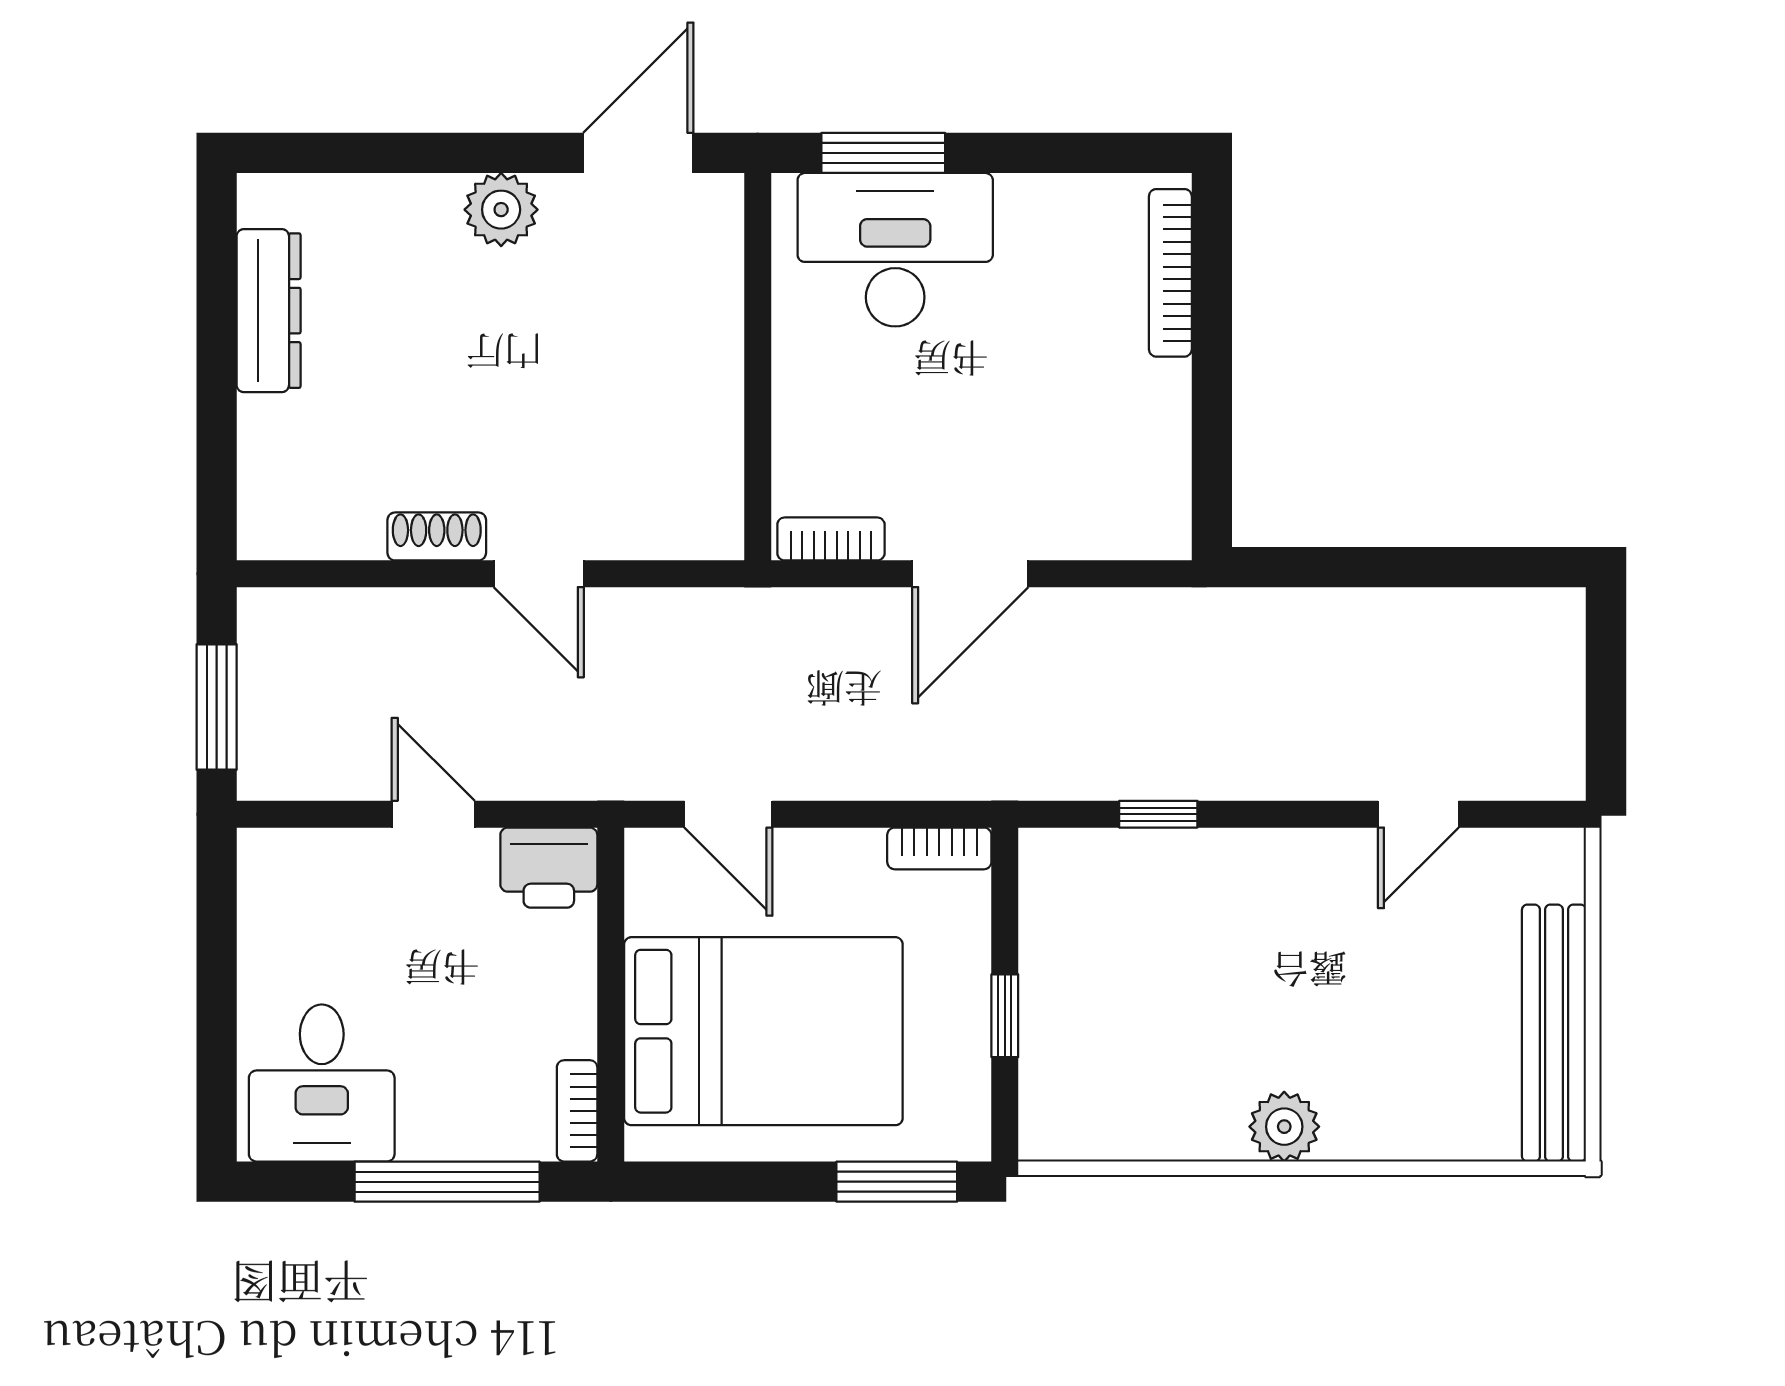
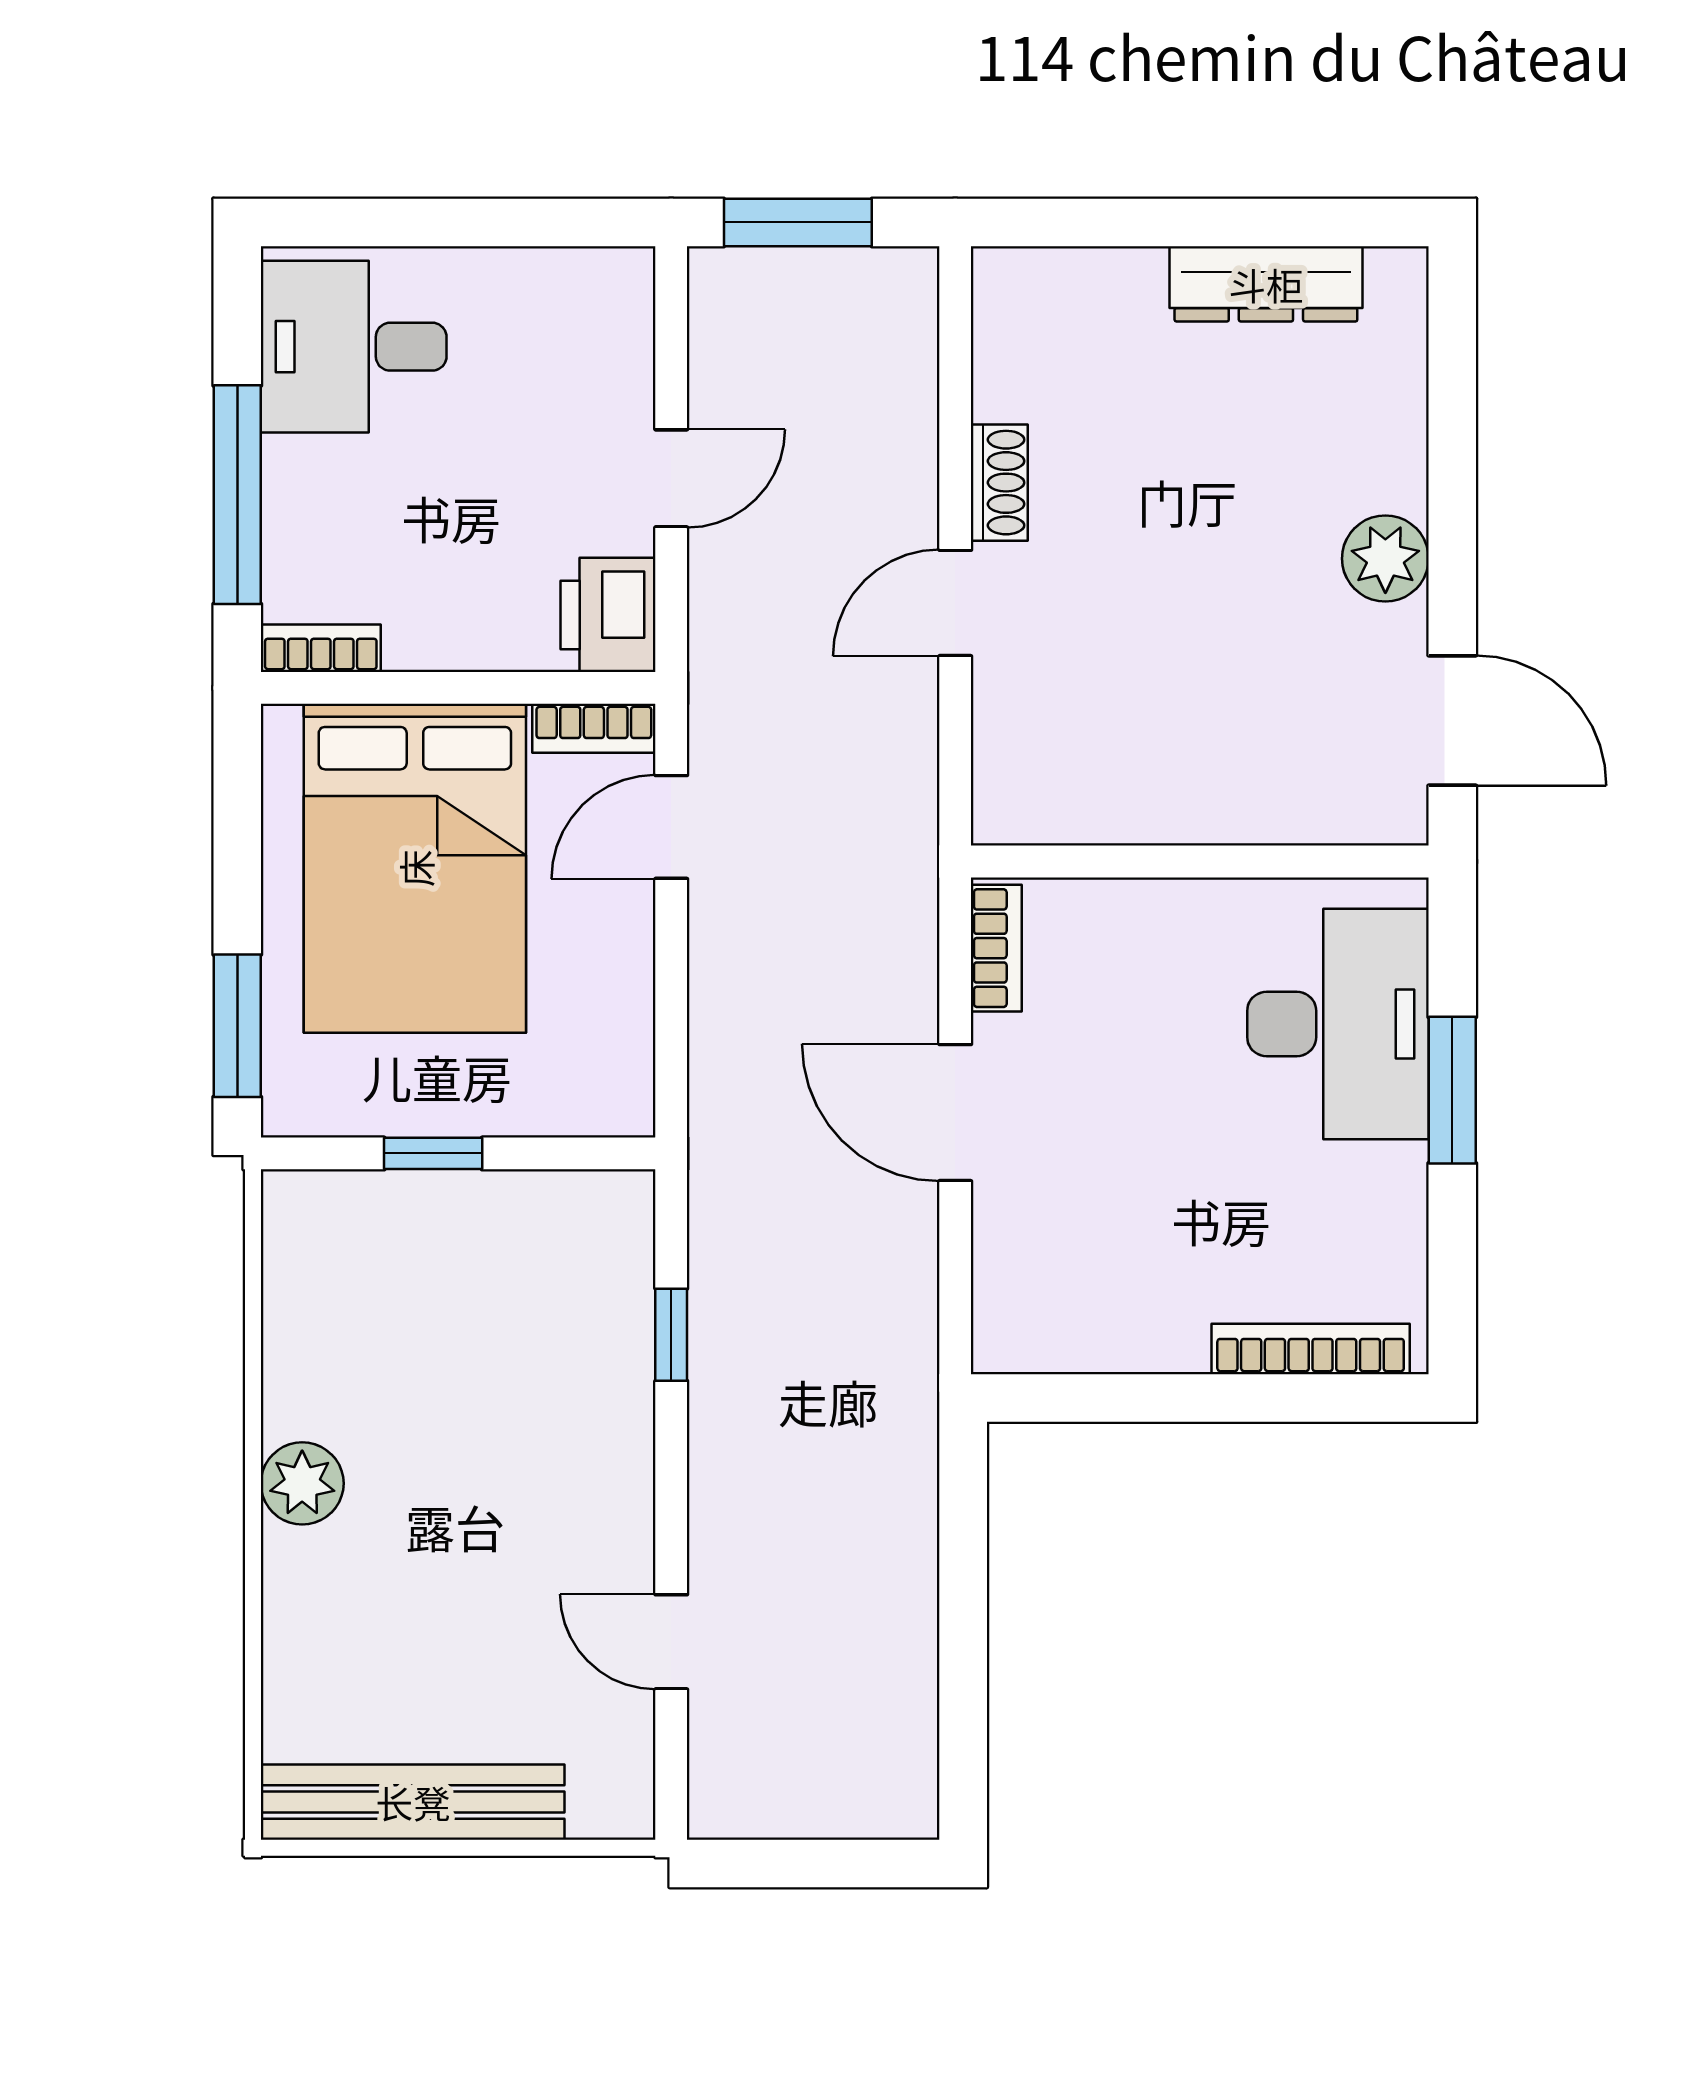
window: (883, 153) -> (1452, 1090), moved
bookcase: (939, 848) -> (594, 728), moved, turned -90

